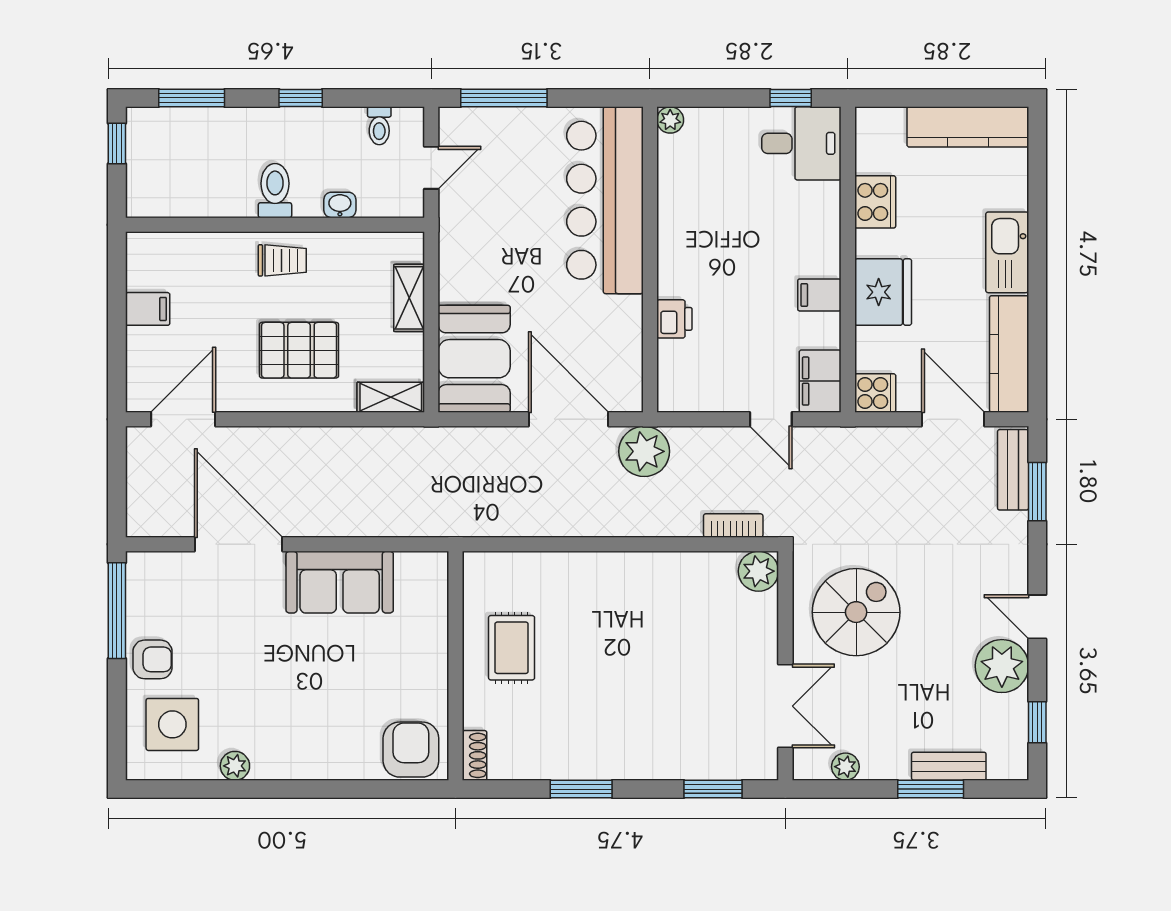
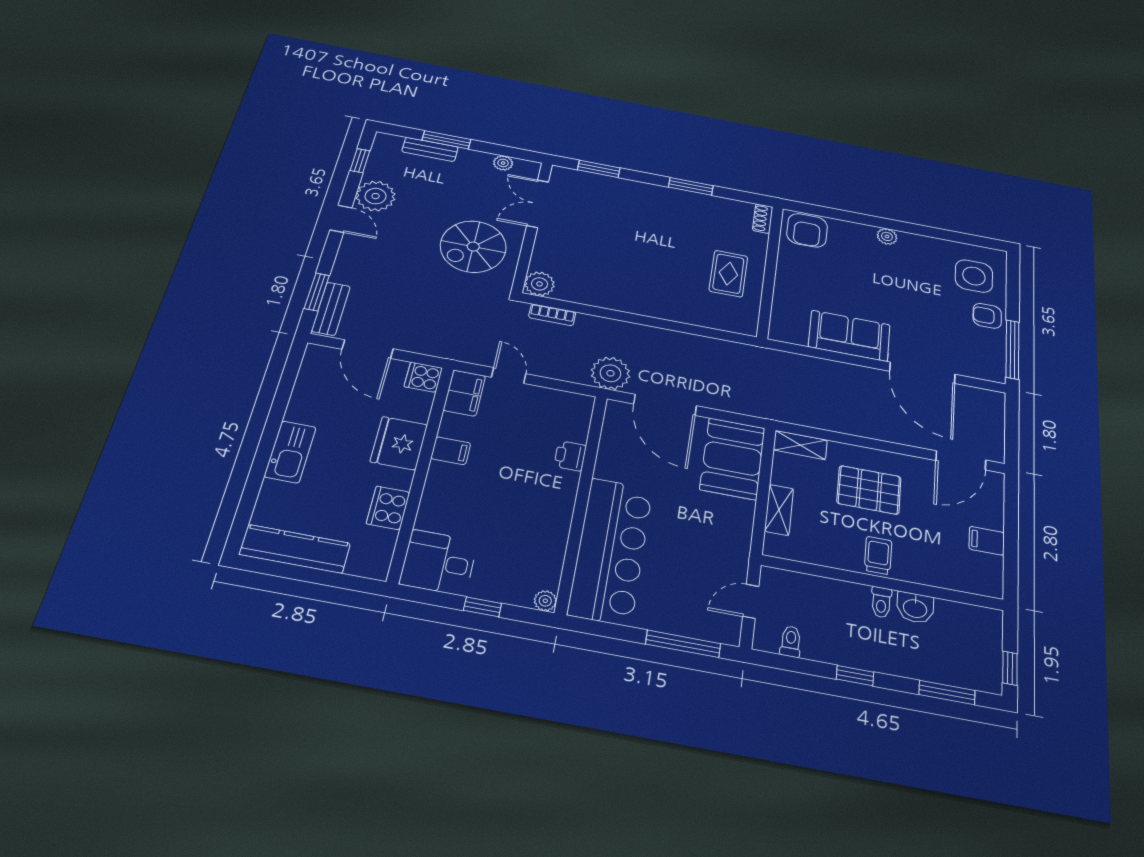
window: (791, 98) -> (483, 607), moved
toilet: (275, 191) -> (881, 602), width x0.73, depth x0.72
washbasin: (340, 205) -> (915, 608), moved, width x1.38, depth x1.45
trolley: (282, 260) -> (878, 555), turned 90
kitchen counter: (1009, 354) -> (311, 383), removed
plant: (235, 766) -> (887, 236), moved

